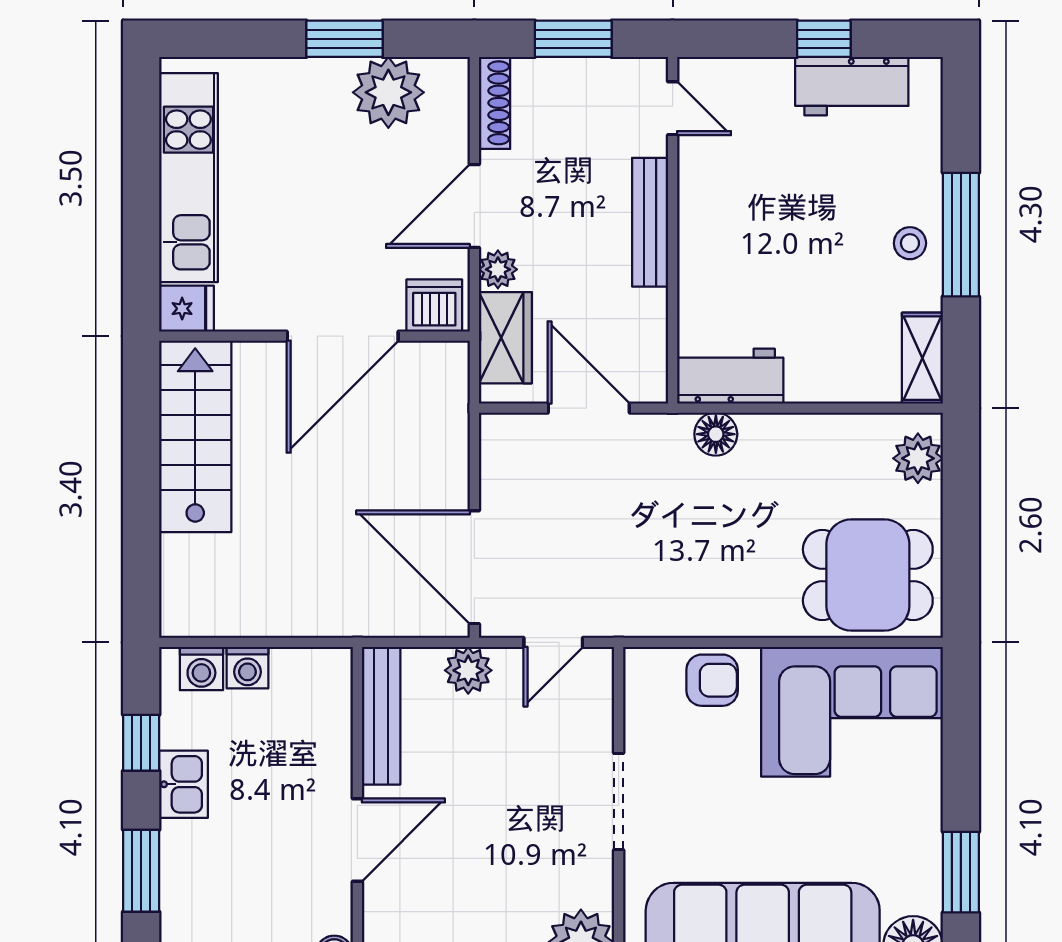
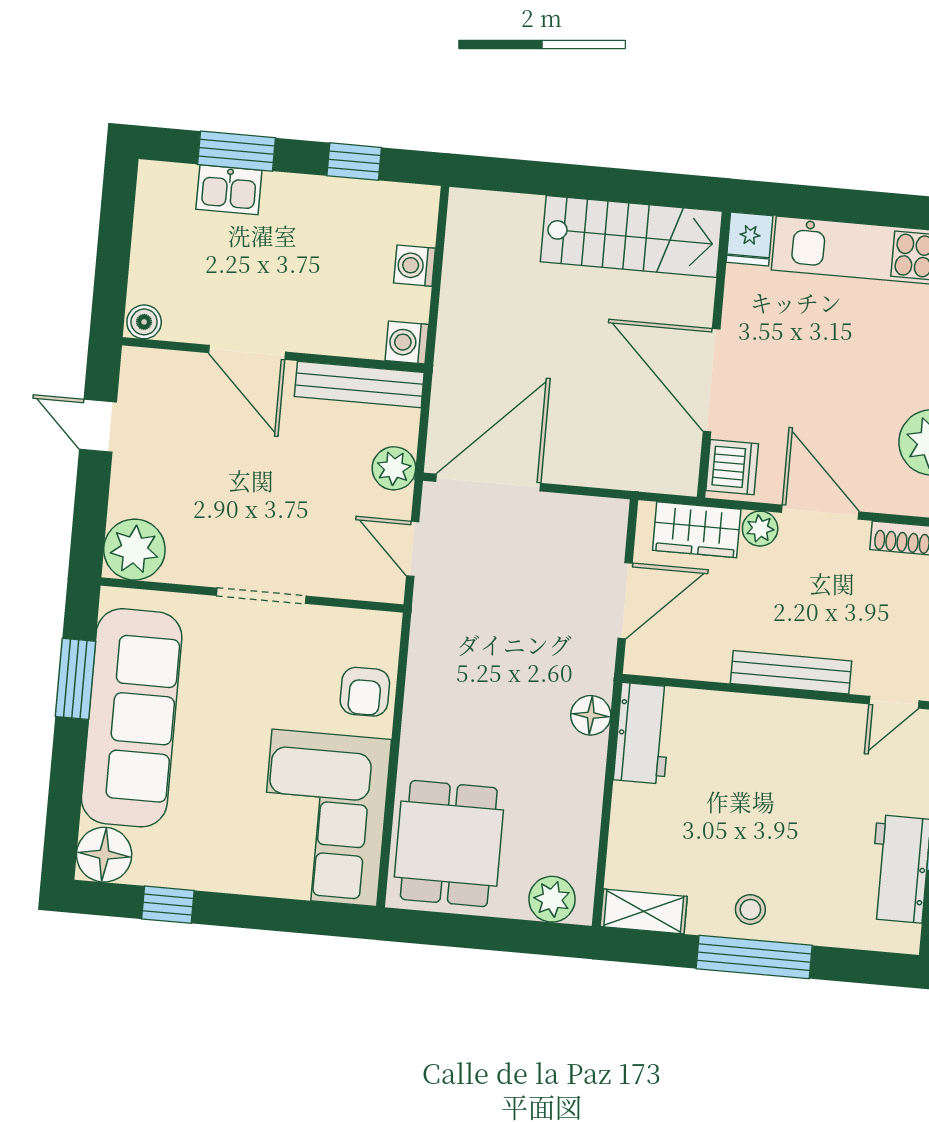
washing machine: (201, 669) -> (407, 342), moved
kitchen sink: (183, 784) -> (229, 190), moved
window: (961, 872) -> (168, 905), width x0.67

